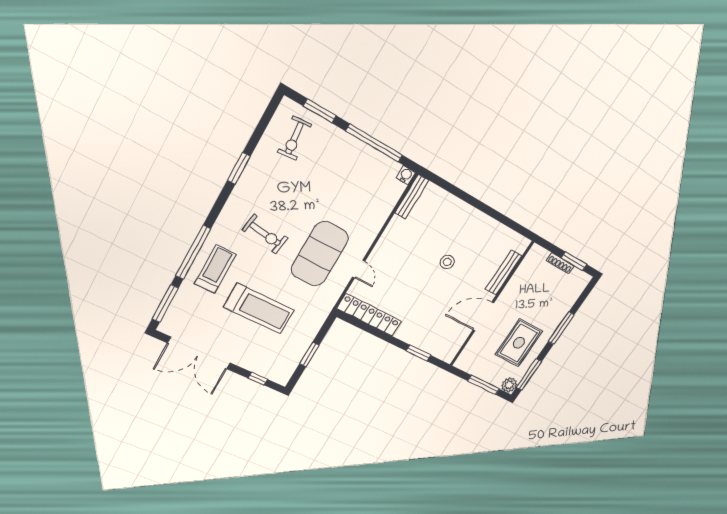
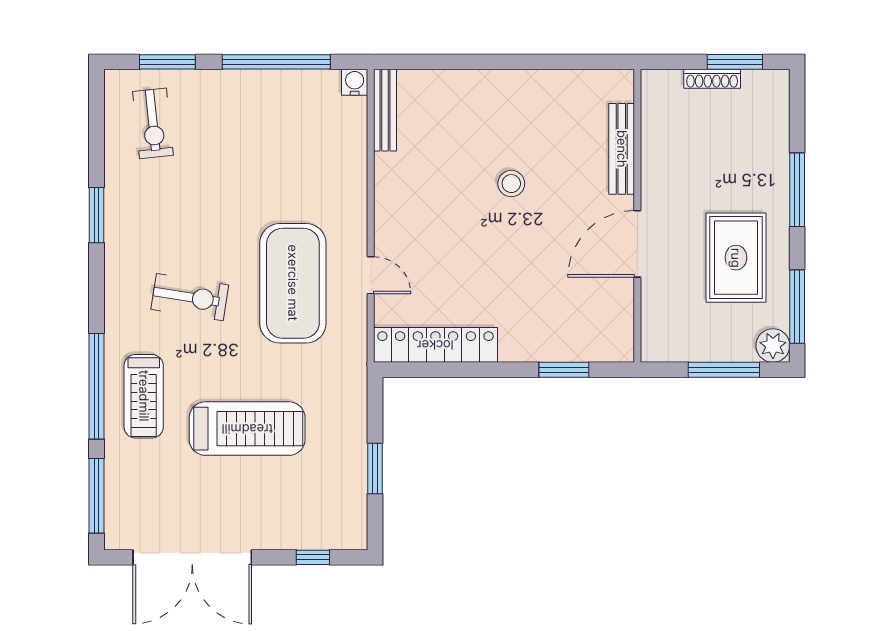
treadmill: (215, 269) -> (144, 396), turned 180

